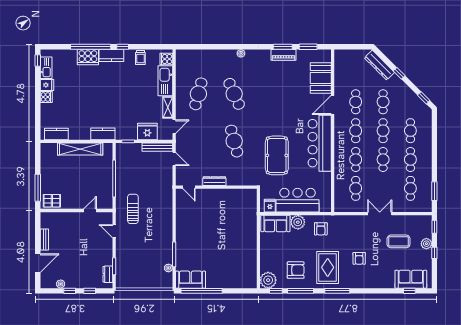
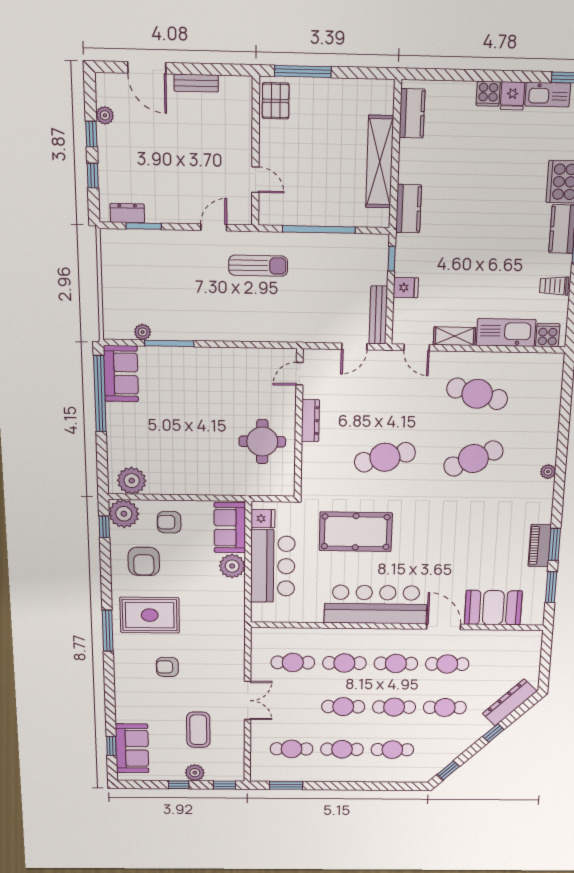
fridge: (147, 131) -> (406, 288), width x0.53, depth x0.75
round table: (226, 206) -> (262, 442), added
armchair: (321, 229) -> (169, 522), moved
plant: (249, 275) -> (132, 481), added
window: (300, 291) -> (106, 569), removed

